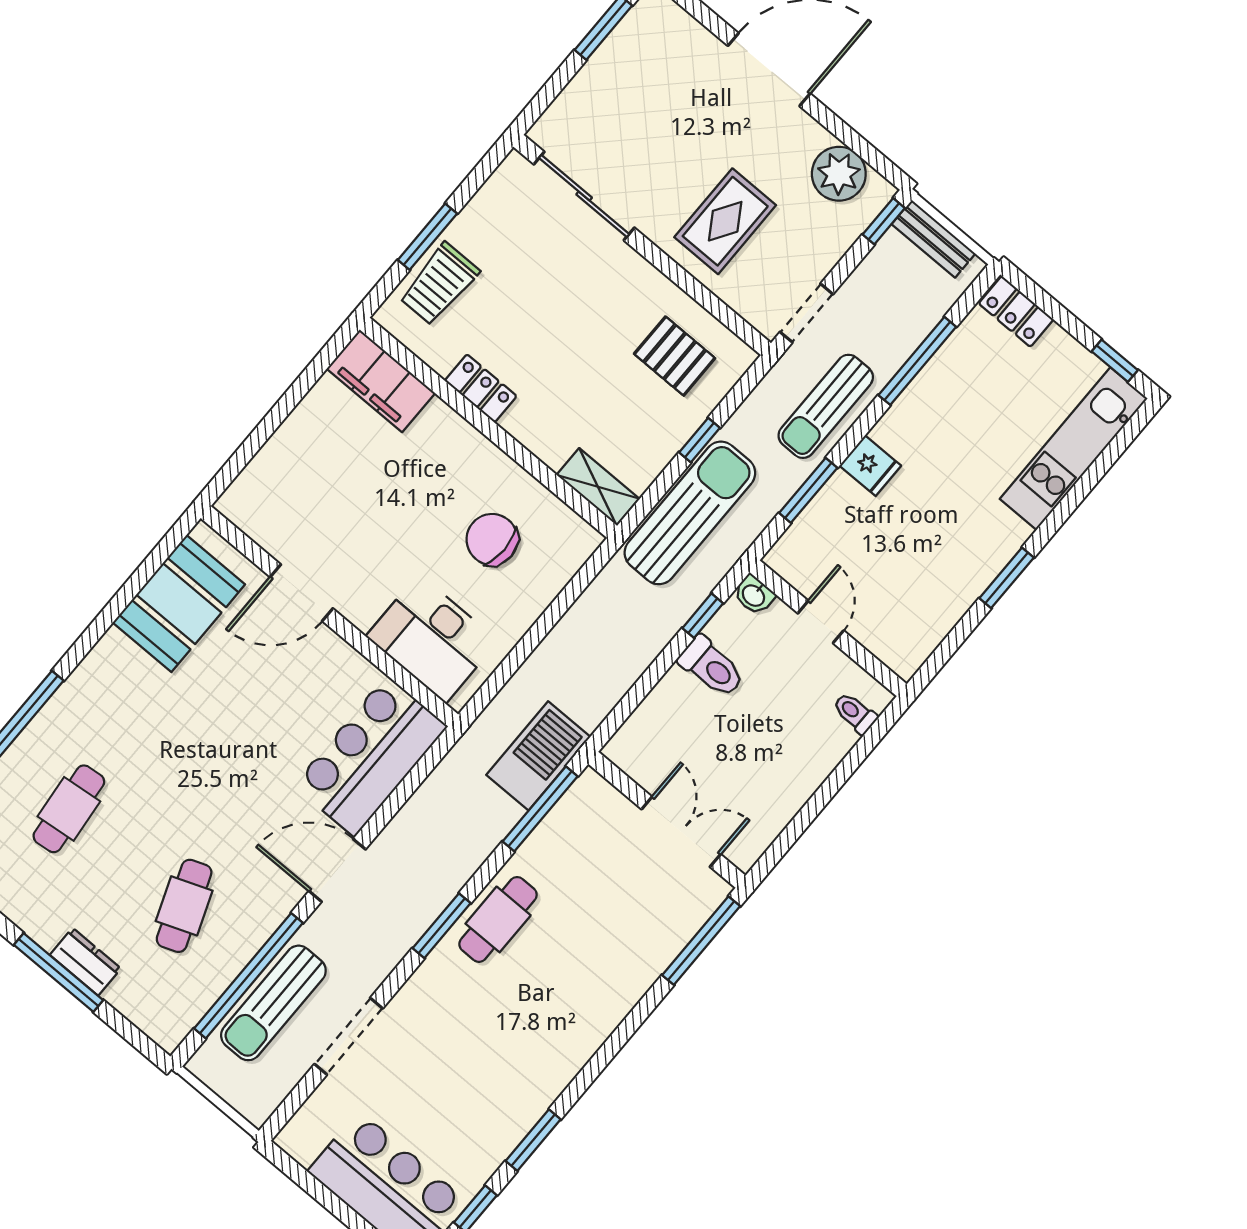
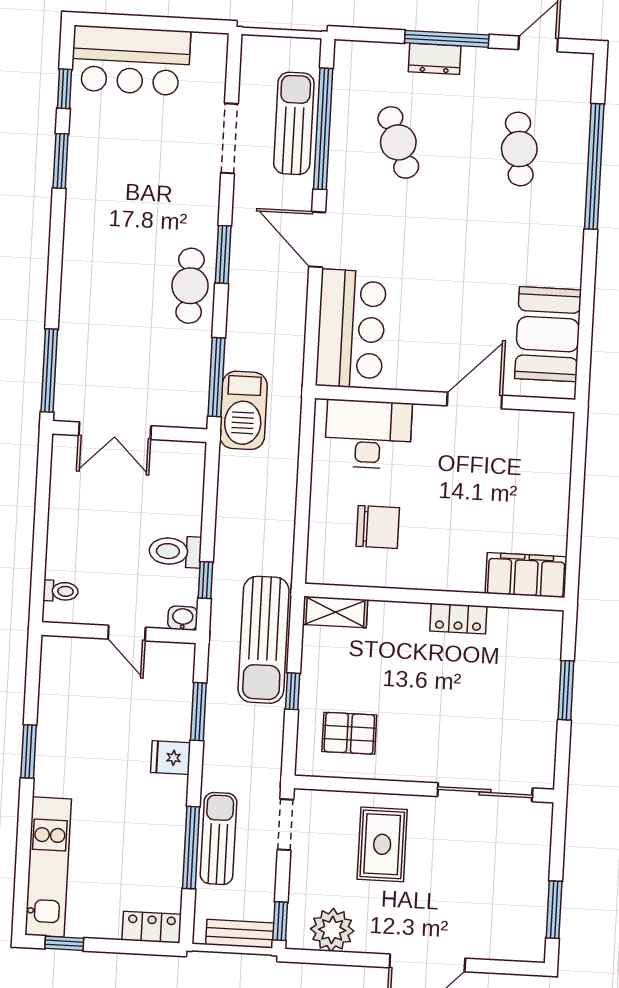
trolley: (439, 284) -> (535, 666), removed
sun lounger: (826, 406) -> (218, 838), moved
door: (337, 870) -> (317, 240), swing flipped

